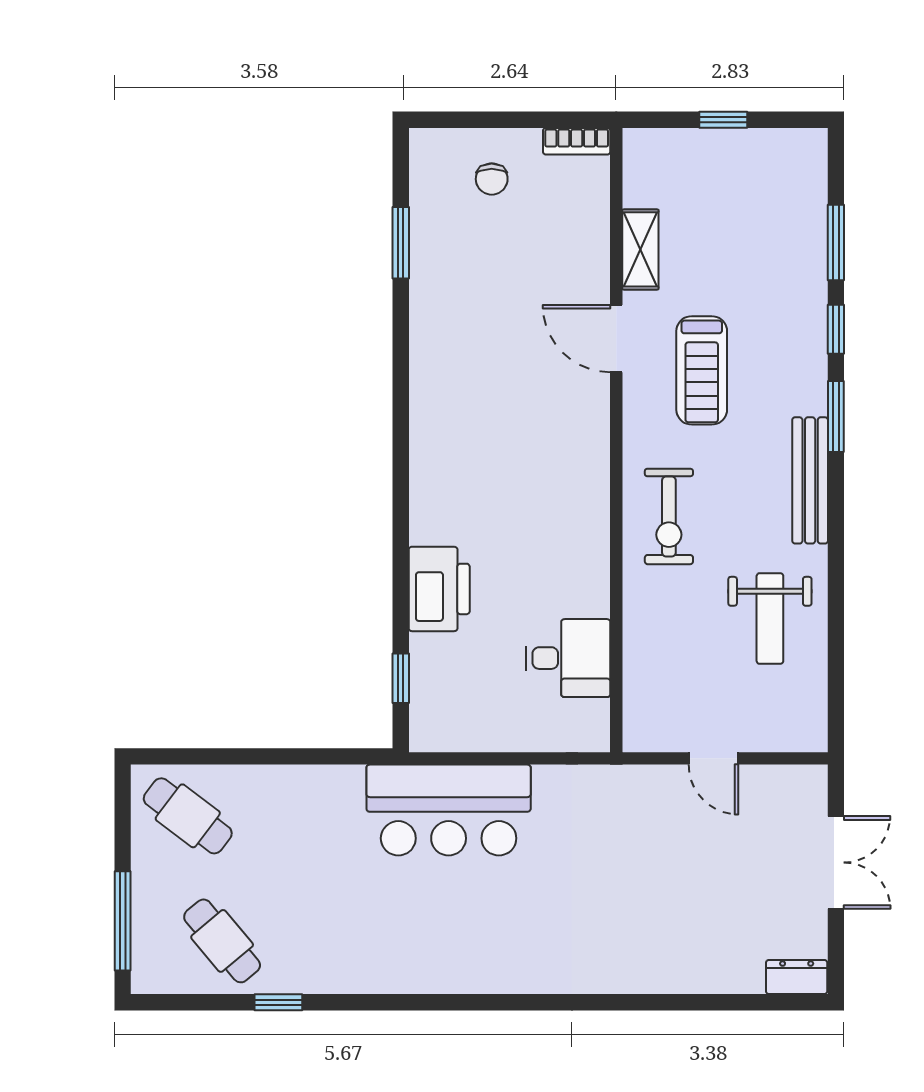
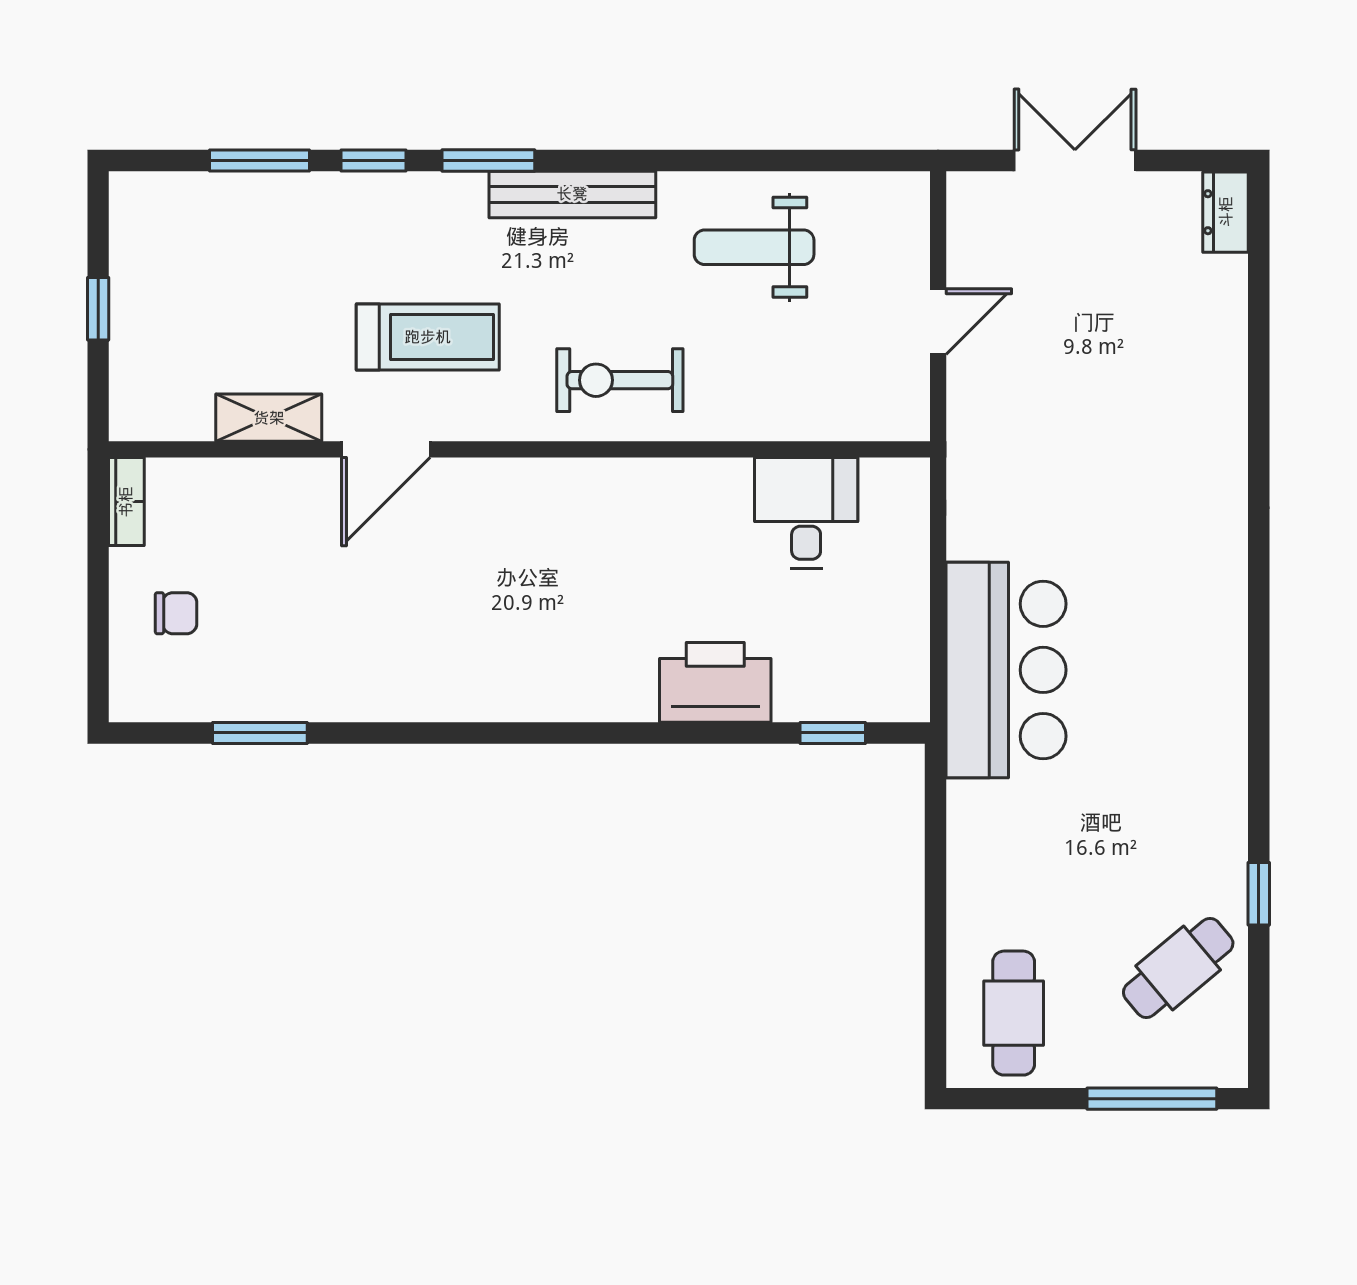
exercise bike: (669, 517) -> (620, 380), turned 180
weight bench: (770, 619) -> (754, 247), turned 180
cafe table: (188, 816) -> (1014, 1013), turned -37

